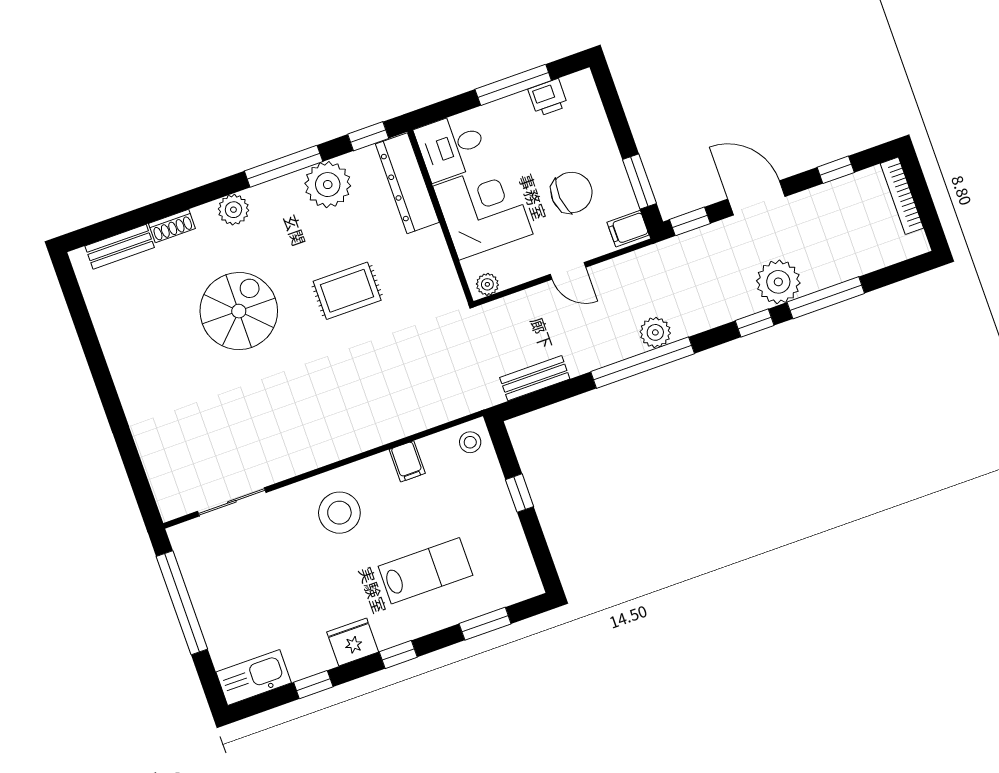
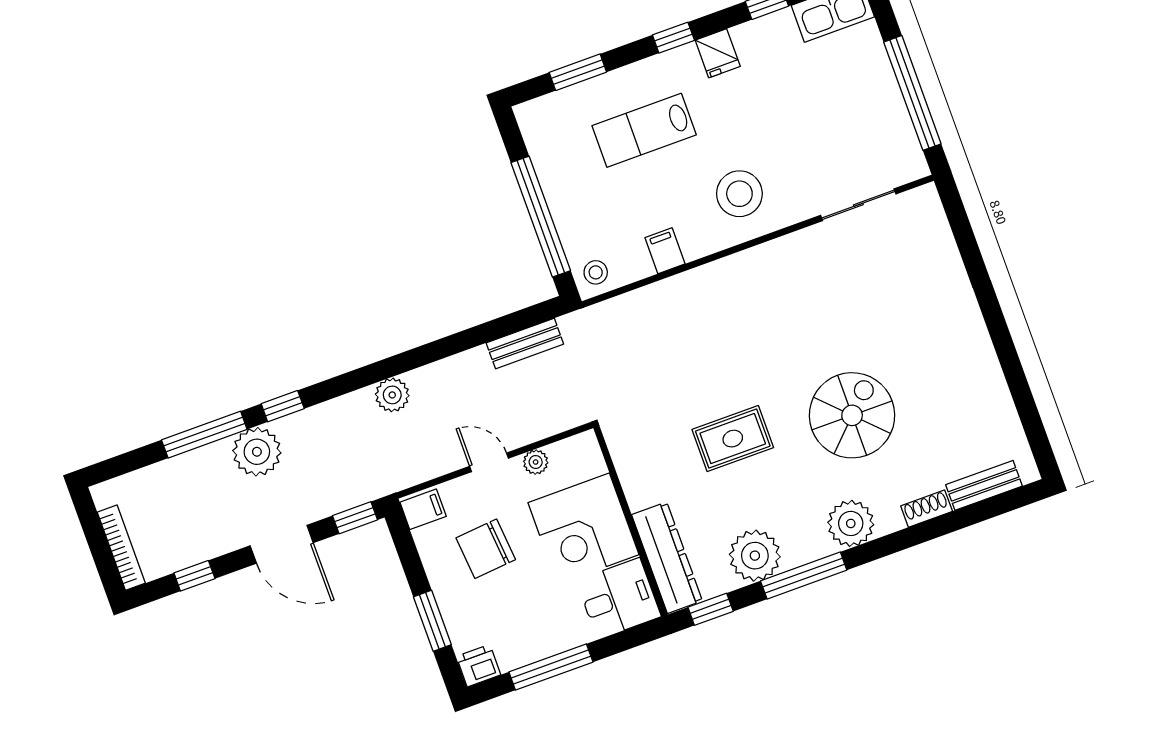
printer: (548, 98) -> (479, 666), moved
window: (639, 182) -> (432, 621), moved
plant: (233, 210) -> (851, 523), width x1.36, depth x1.36
plant: (487, 284) -> (536, 462), moved
spiral stairs: (239, 311) -> (852, 415), turned 180
window: (643, 363) -> (406, 362), removed
window: (520, 493) -> (541, 217), width x3.17
fridge: (353, 642) -> (718, 53), width x0.72

